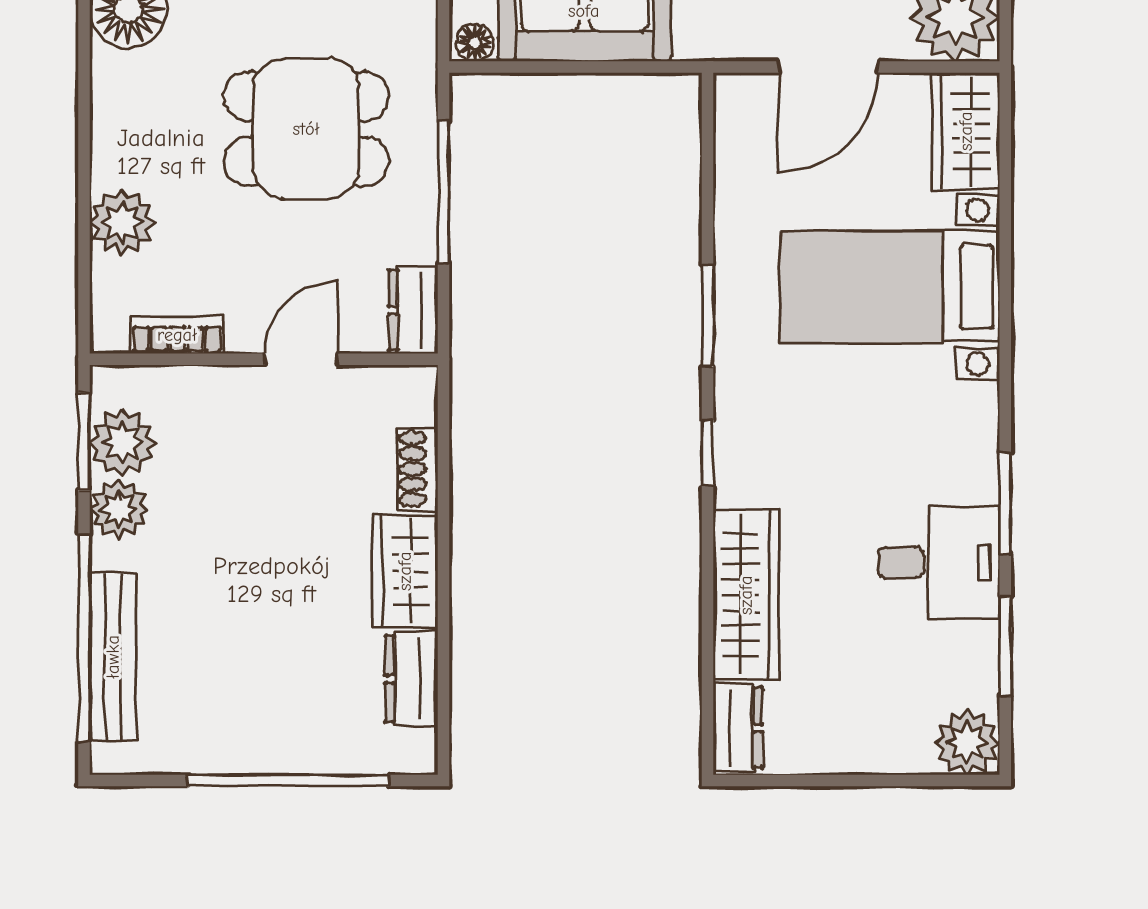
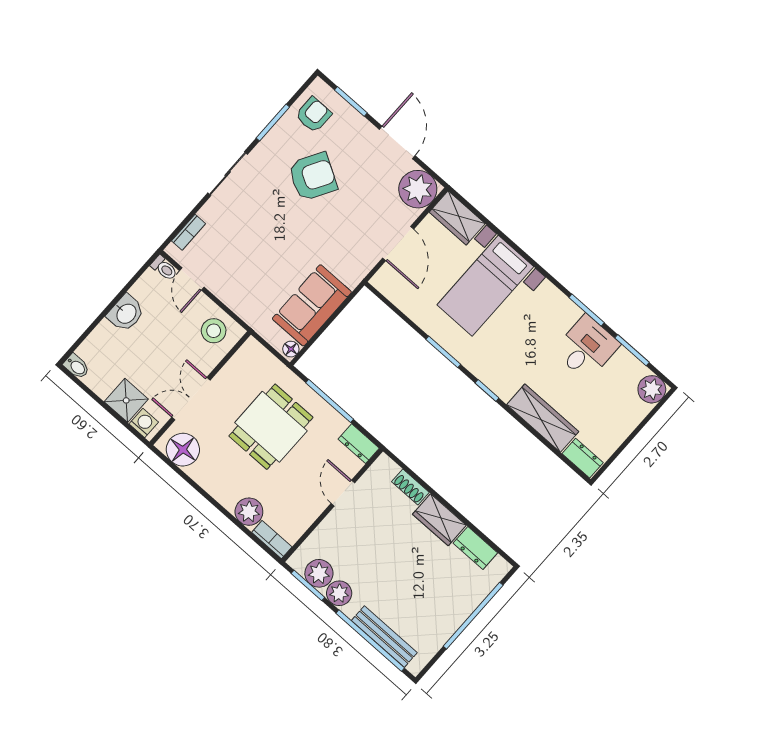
bookcase: (177, 335) -> (272, 540), moved, turned 90

